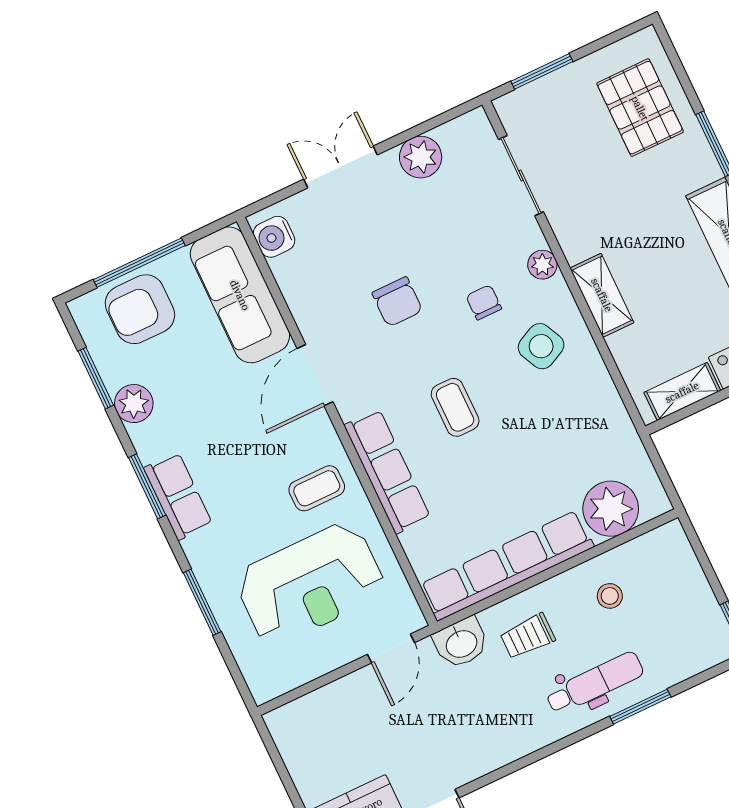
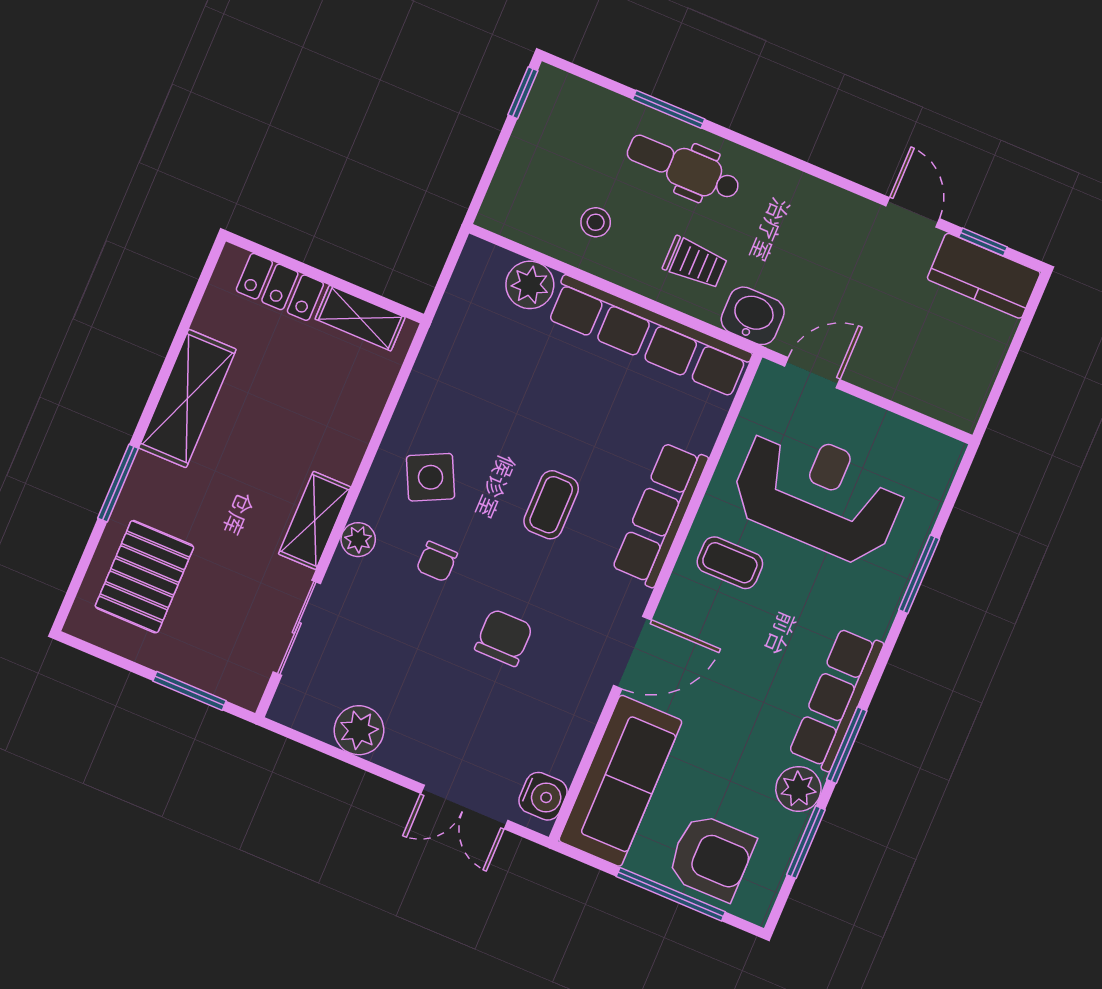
double door: (340, 167) -> (464, 807), moved
shelving: (602, 295) -> (315, 520), moved
window: (147, 486) -> (847, 745), moved
row of seats: (178, 496) -> (836, 699), width x1.48
plant: (611, 509) -> (530, 285), width x0.73, depth x0.73

